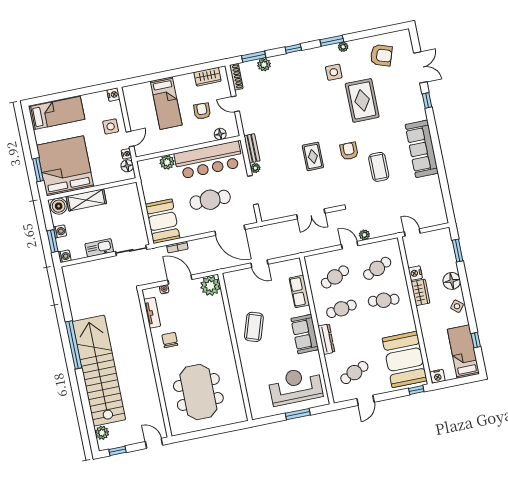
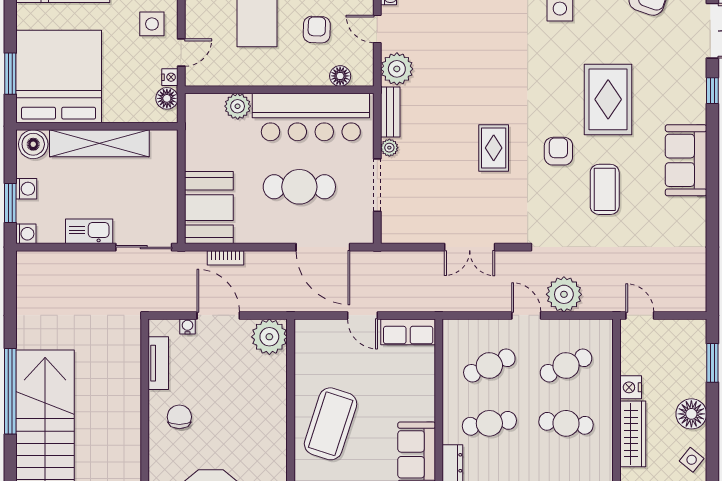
rug: (362, 100) -> (608, 99), moved
plant: (251, 124) -> (397, 69), added
sofa: (422, 149) -> (686, 160), width x0.73
shelving: (86, 200) -> (99, 143), width x1.47
plant: (364, 235) -> (564, 294), width x1.87, depth x1.87
row of seats: (299, 291) -> (408, 332), moved, turned -90
wardrobe: (420, 292) -> (633, 434), width x1.50
coffee table: (254, 327) -> (331, 424), width x1.36, depth x1.32

